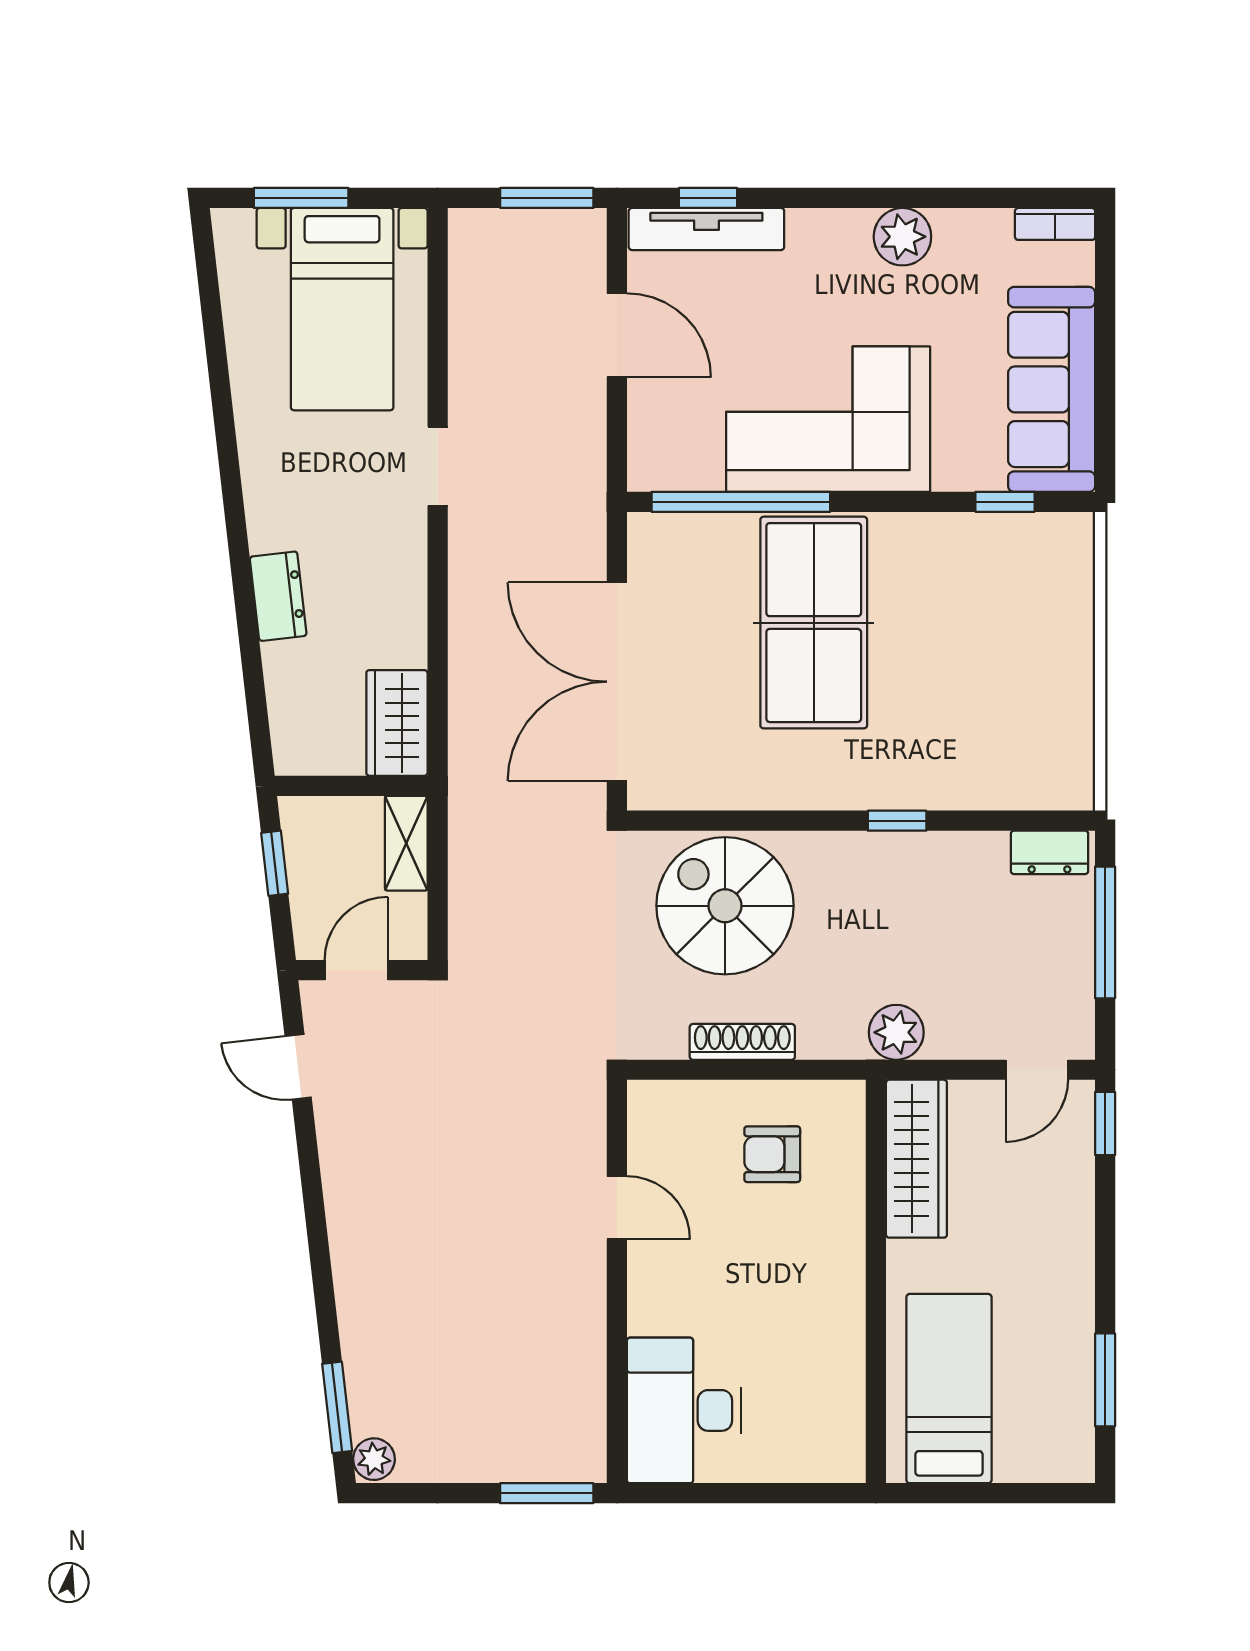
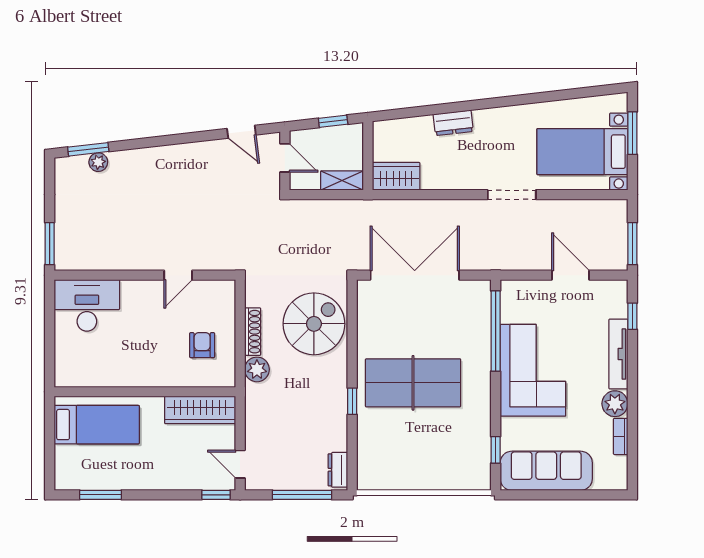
bookcase: (1055, 224) -> (621, 436), moved
tv unit: (706, 229) -> (618, 354), moved
door: (617, 335) -> (571, 275), swing flipped
doorway: (438, 466) -> (512, 195), width x1.38
table tennis table: (814, 623) -> (413, 383), moved
plant: (896, 1032) -> (257, 369), moved
door: (298, 1067) -> (241, 132), swing flipped
plant: (374, 1459) -> (98, 162), moved

